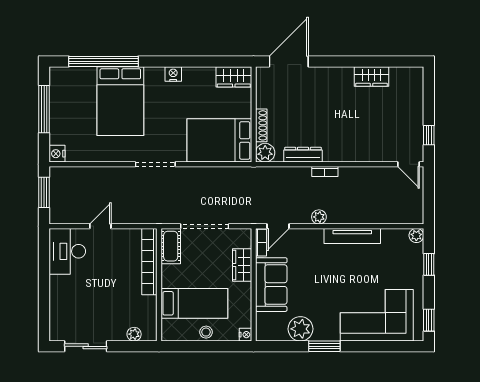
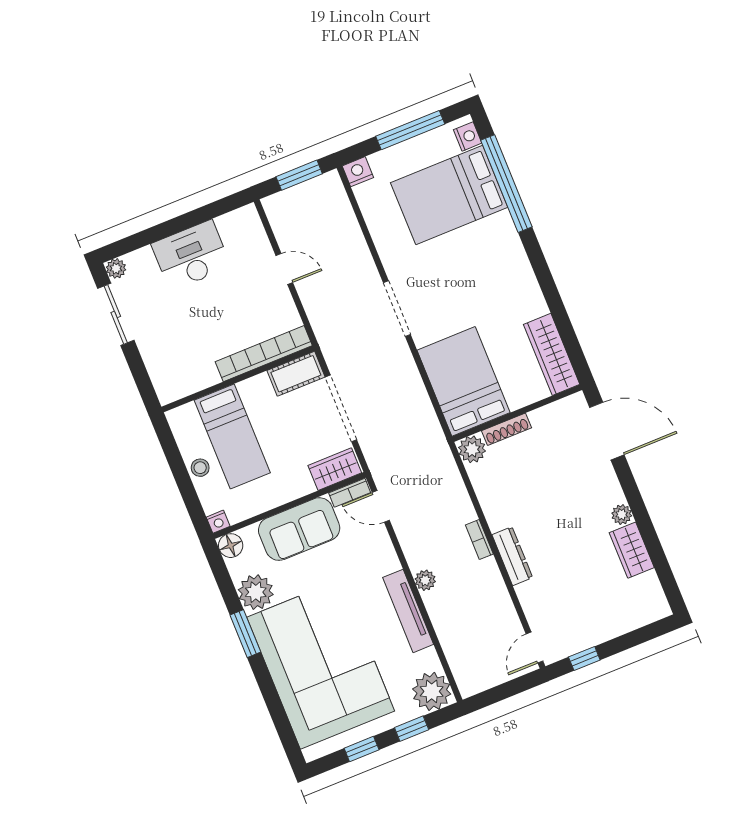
nightstand: (173, 74) -> (468, 136), moved
plant: (346, 74) -> (622, 514), added
wardrobe: (234, 77) -> (552, 354), width x1.50
bed: (120, 101) -> (449, 195), moved
dresser: (303, 155) -> (512, 556), moved
plant: (319, 217) -> (425, 580), moved
plant: (416, 235) -> (432, 691), width x1.87, depth x1.87
desk: (67, 251) -> (191, 255), moved
wardrobe: (242, 265) -> (335, 469), moved
corner sofa: (377, 315) -> (321, 664), width x1.36, depth x1.36
window: (429, 320) -> (362, 749), moved
floor lamp: (264, 333) -> (231, 546), added
plant: (134, 334) -> (116, 268), moved

